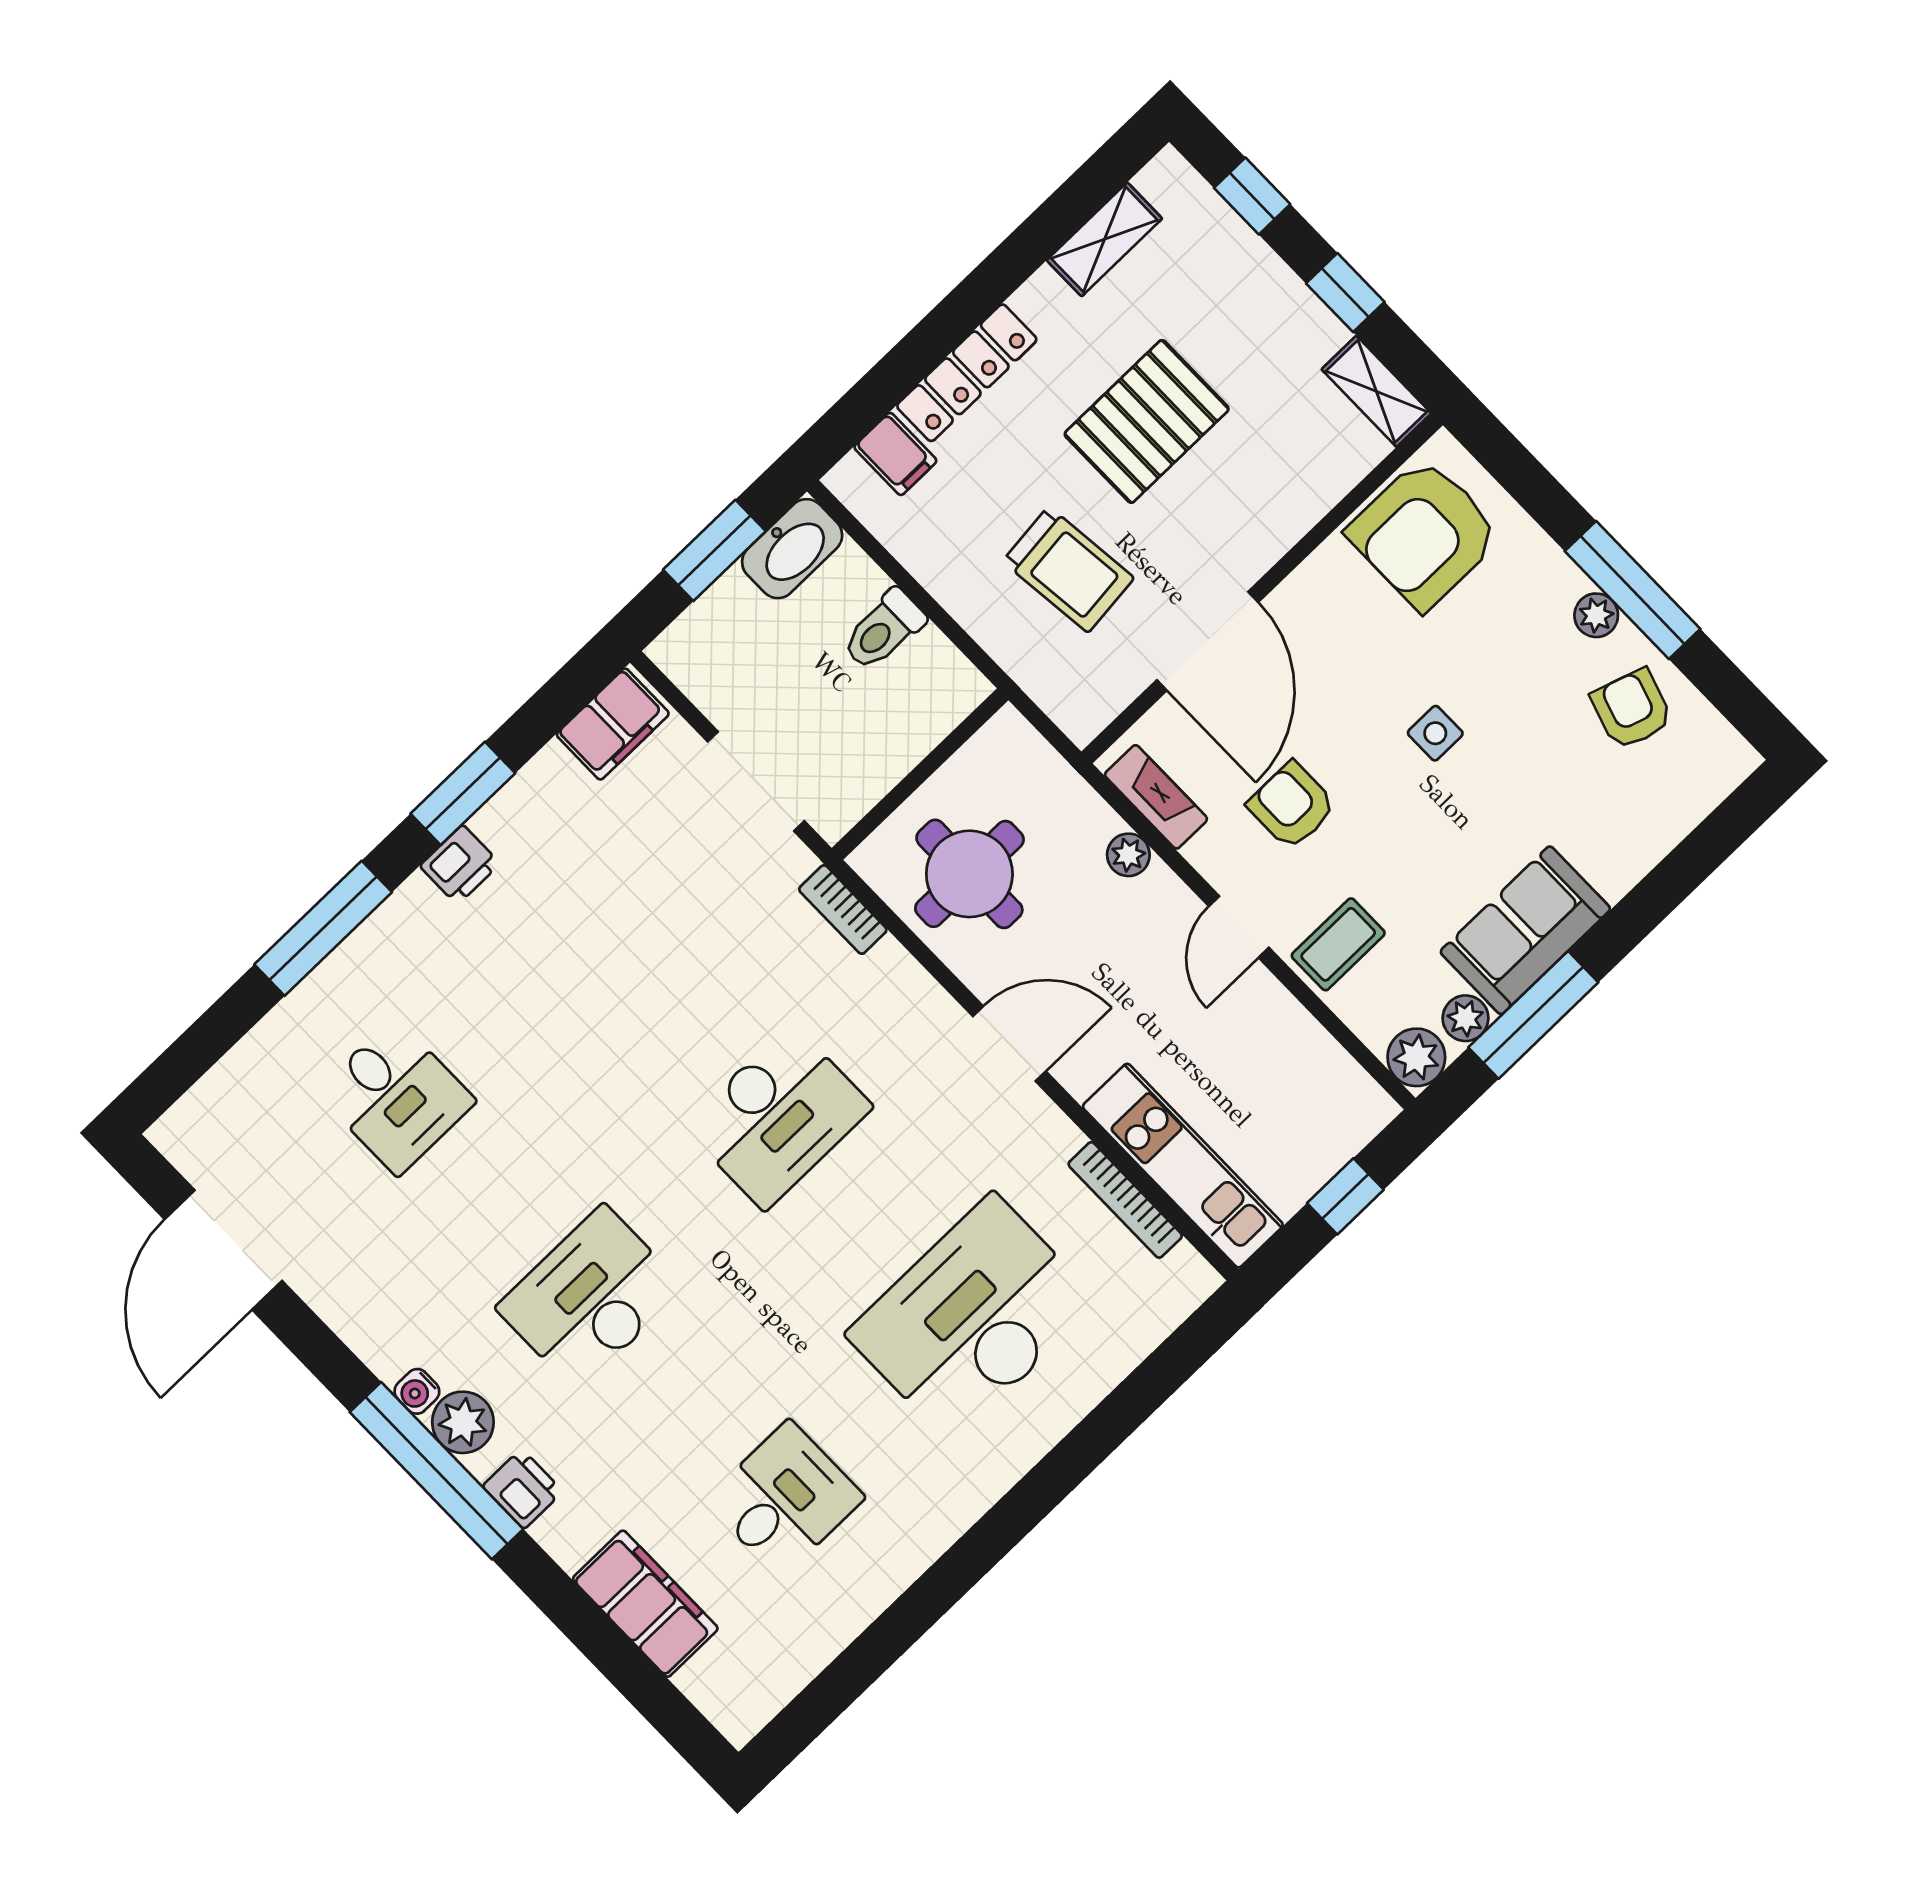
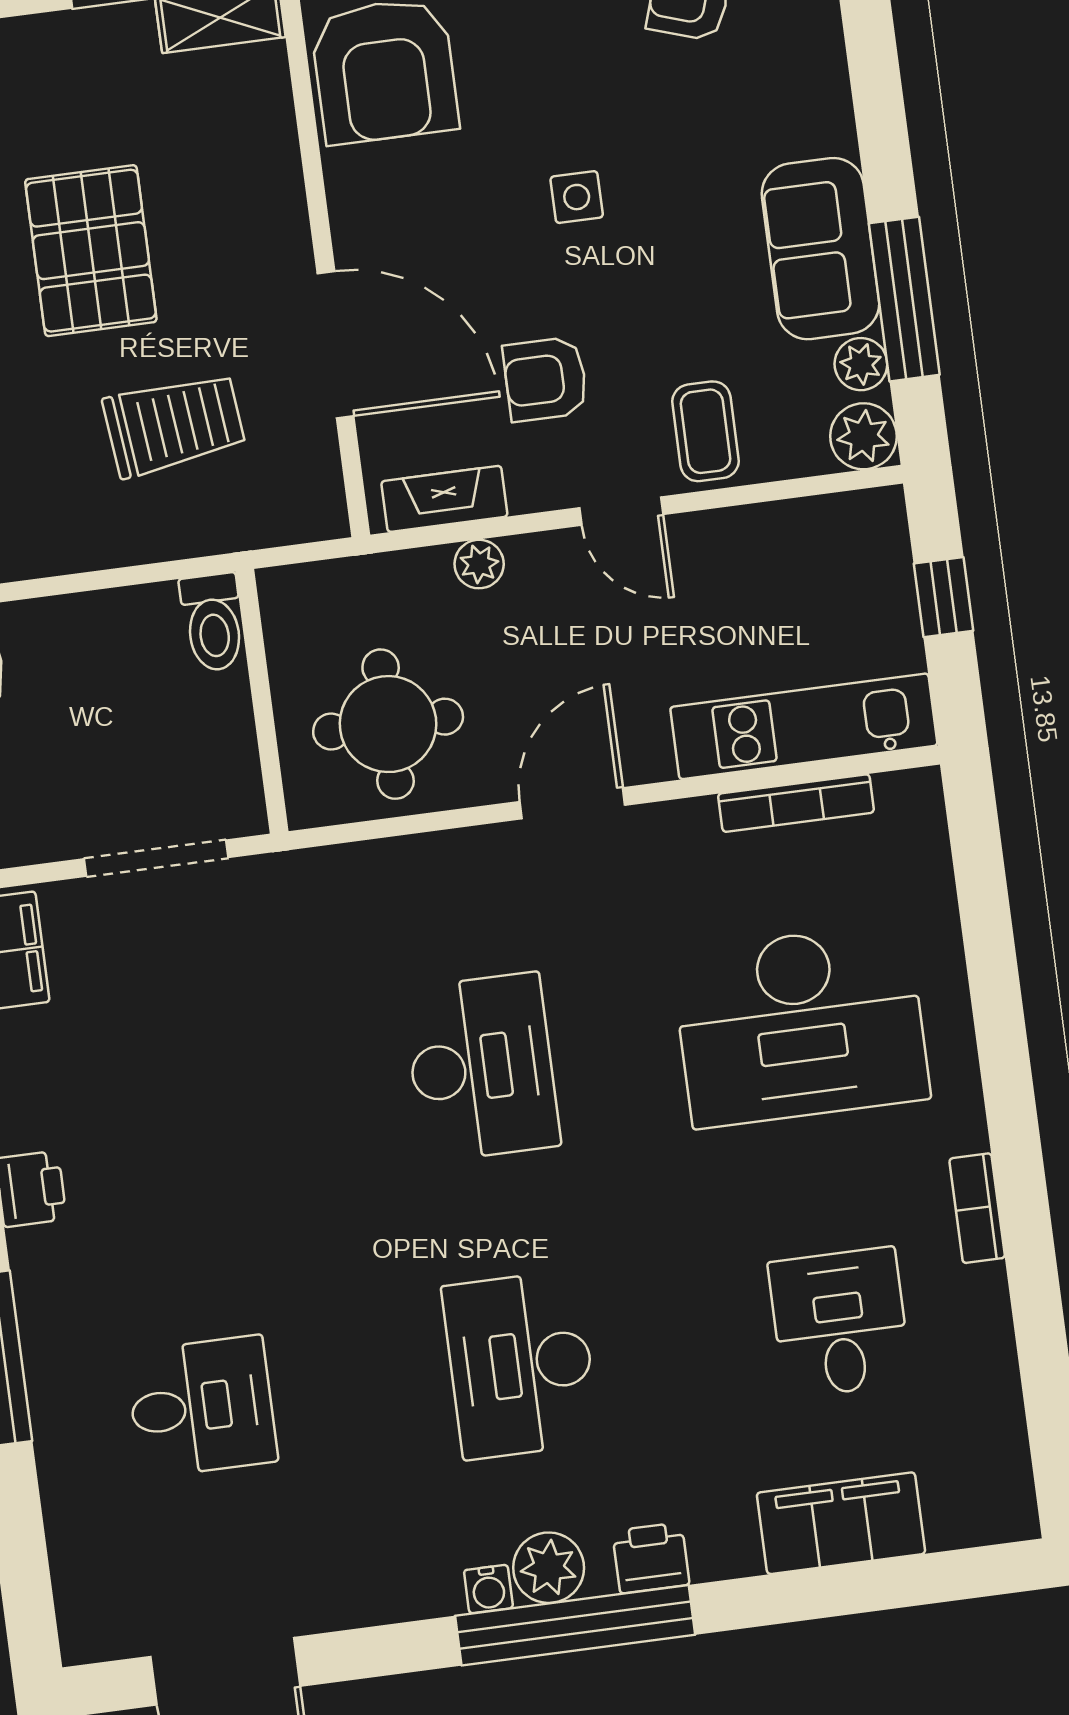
toilet: (883, 630) -> (213, 622), moved
bookcase: (843, 910) -> (977, 1208), moved, turned 90
desk: (972, 1318) -> (801, 1025), turned -90

